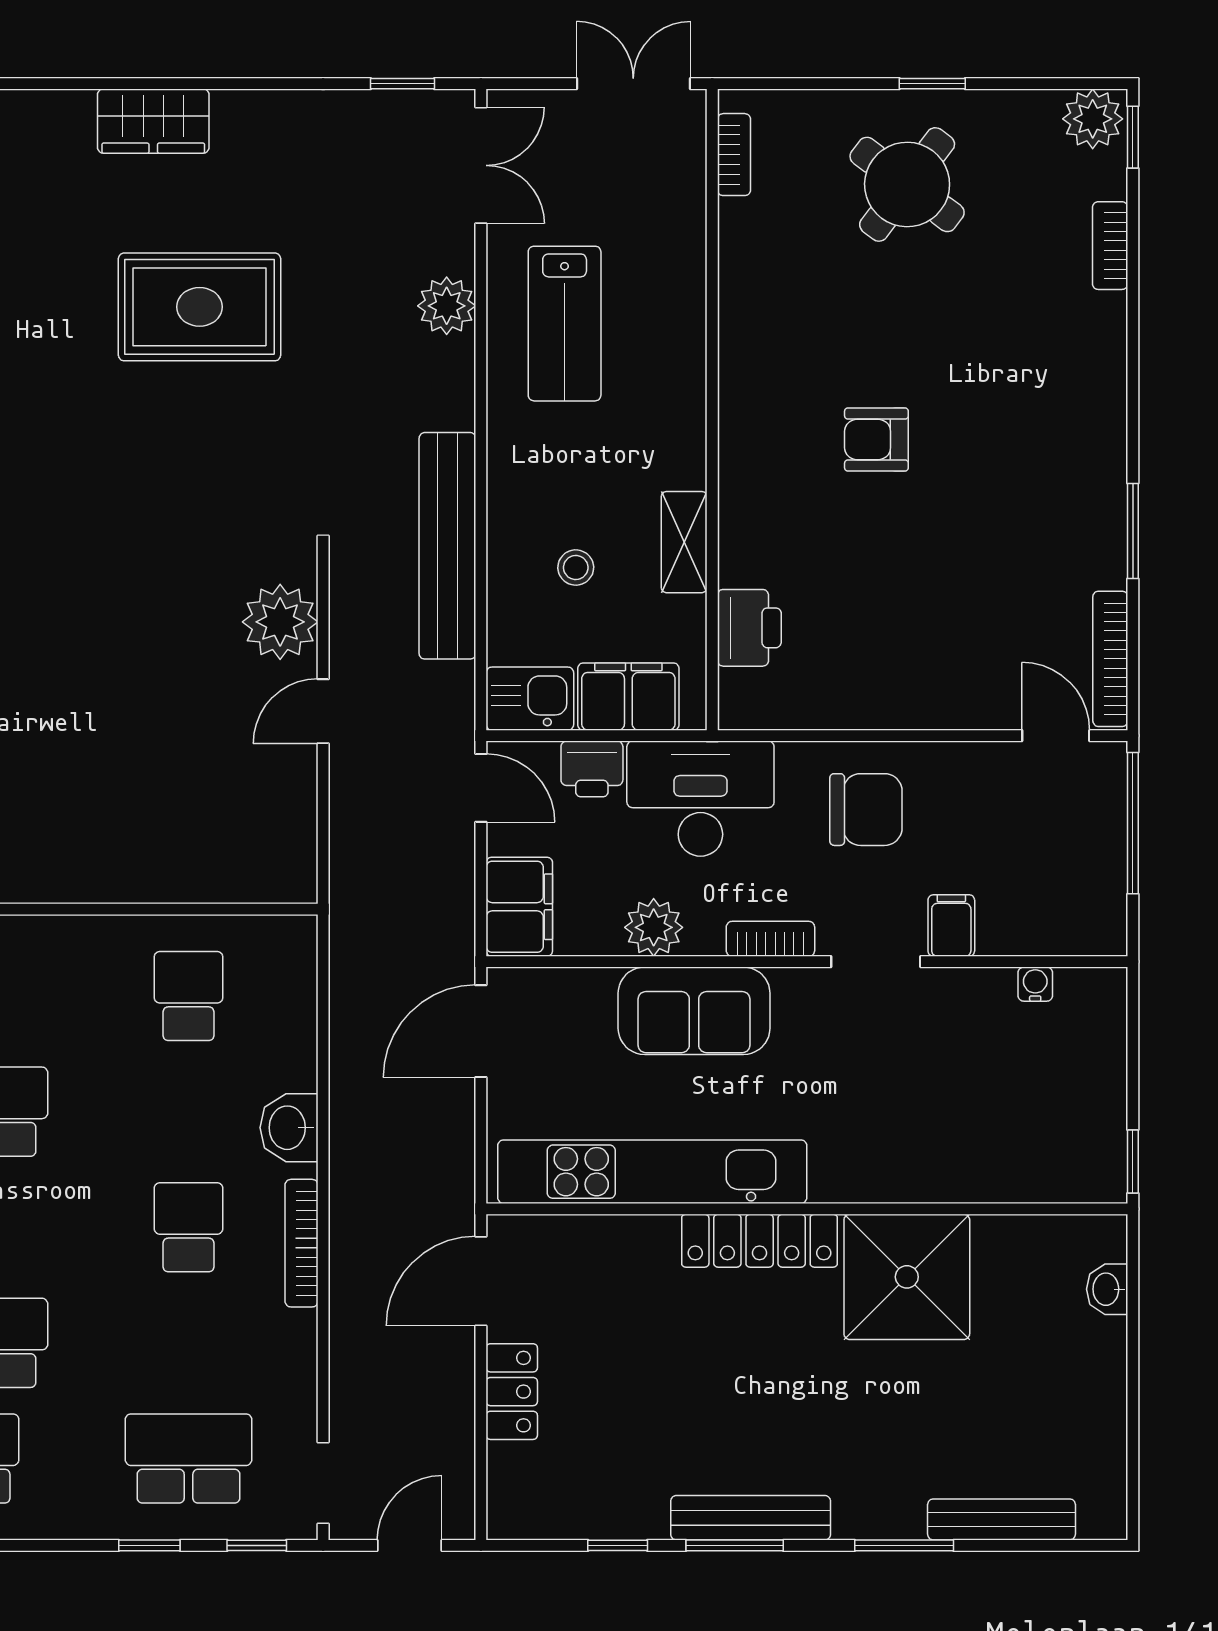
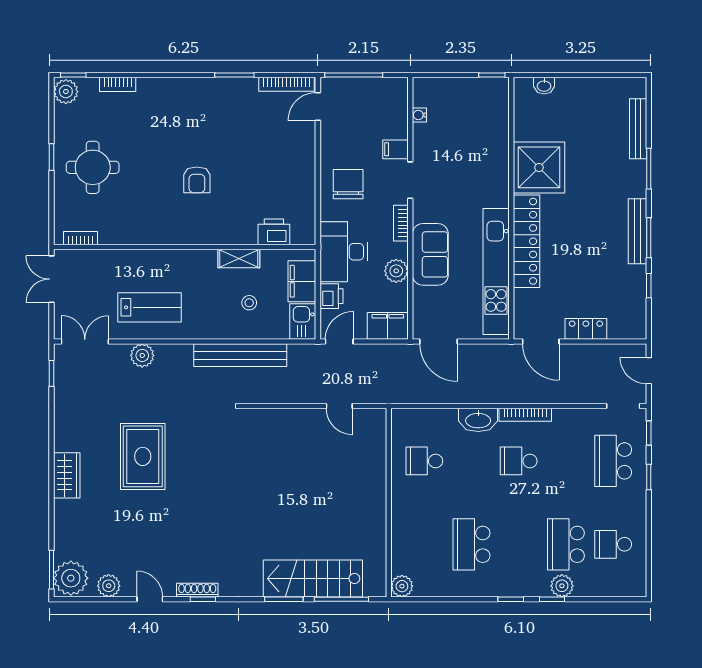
round table: (907, 184) -> (93, 167), turned -37
plant: (280, 622) -> (271, 424), removed
door: (323, 711) -> (339, 406), moved
washbasin: (289, 1128) -> (478, 420), width x1.38
locker: (760, 1241) -> (526, 241), width x1.41, depth x1.21

